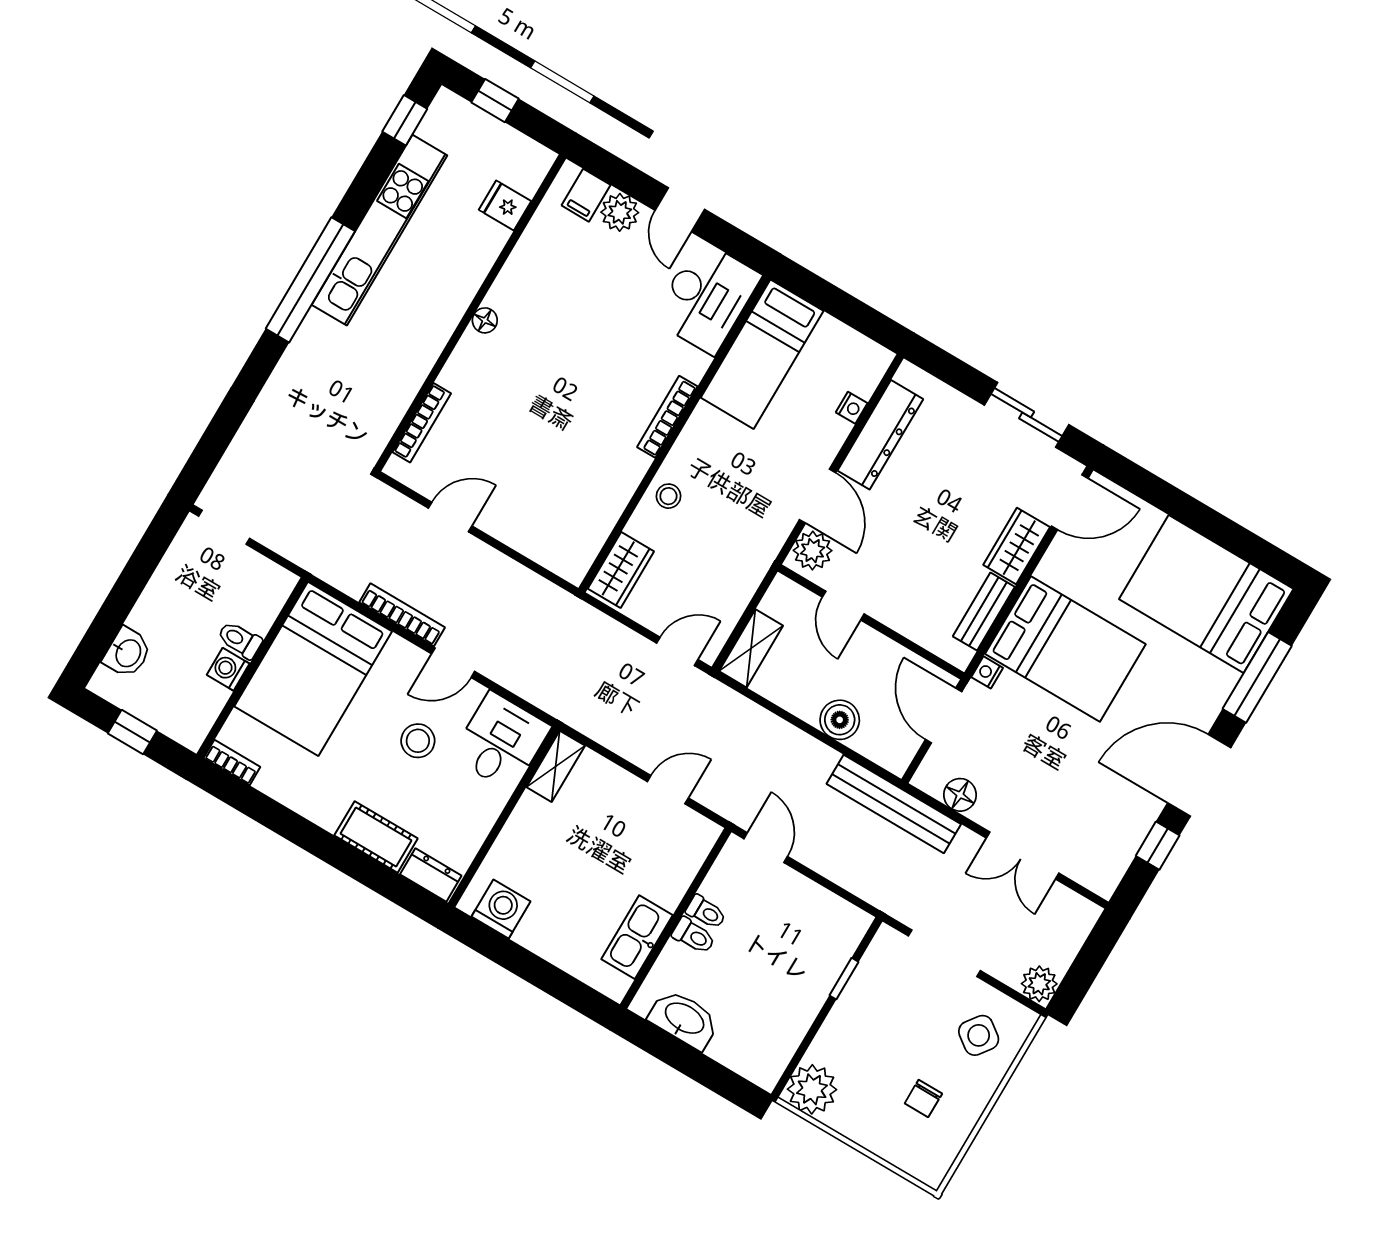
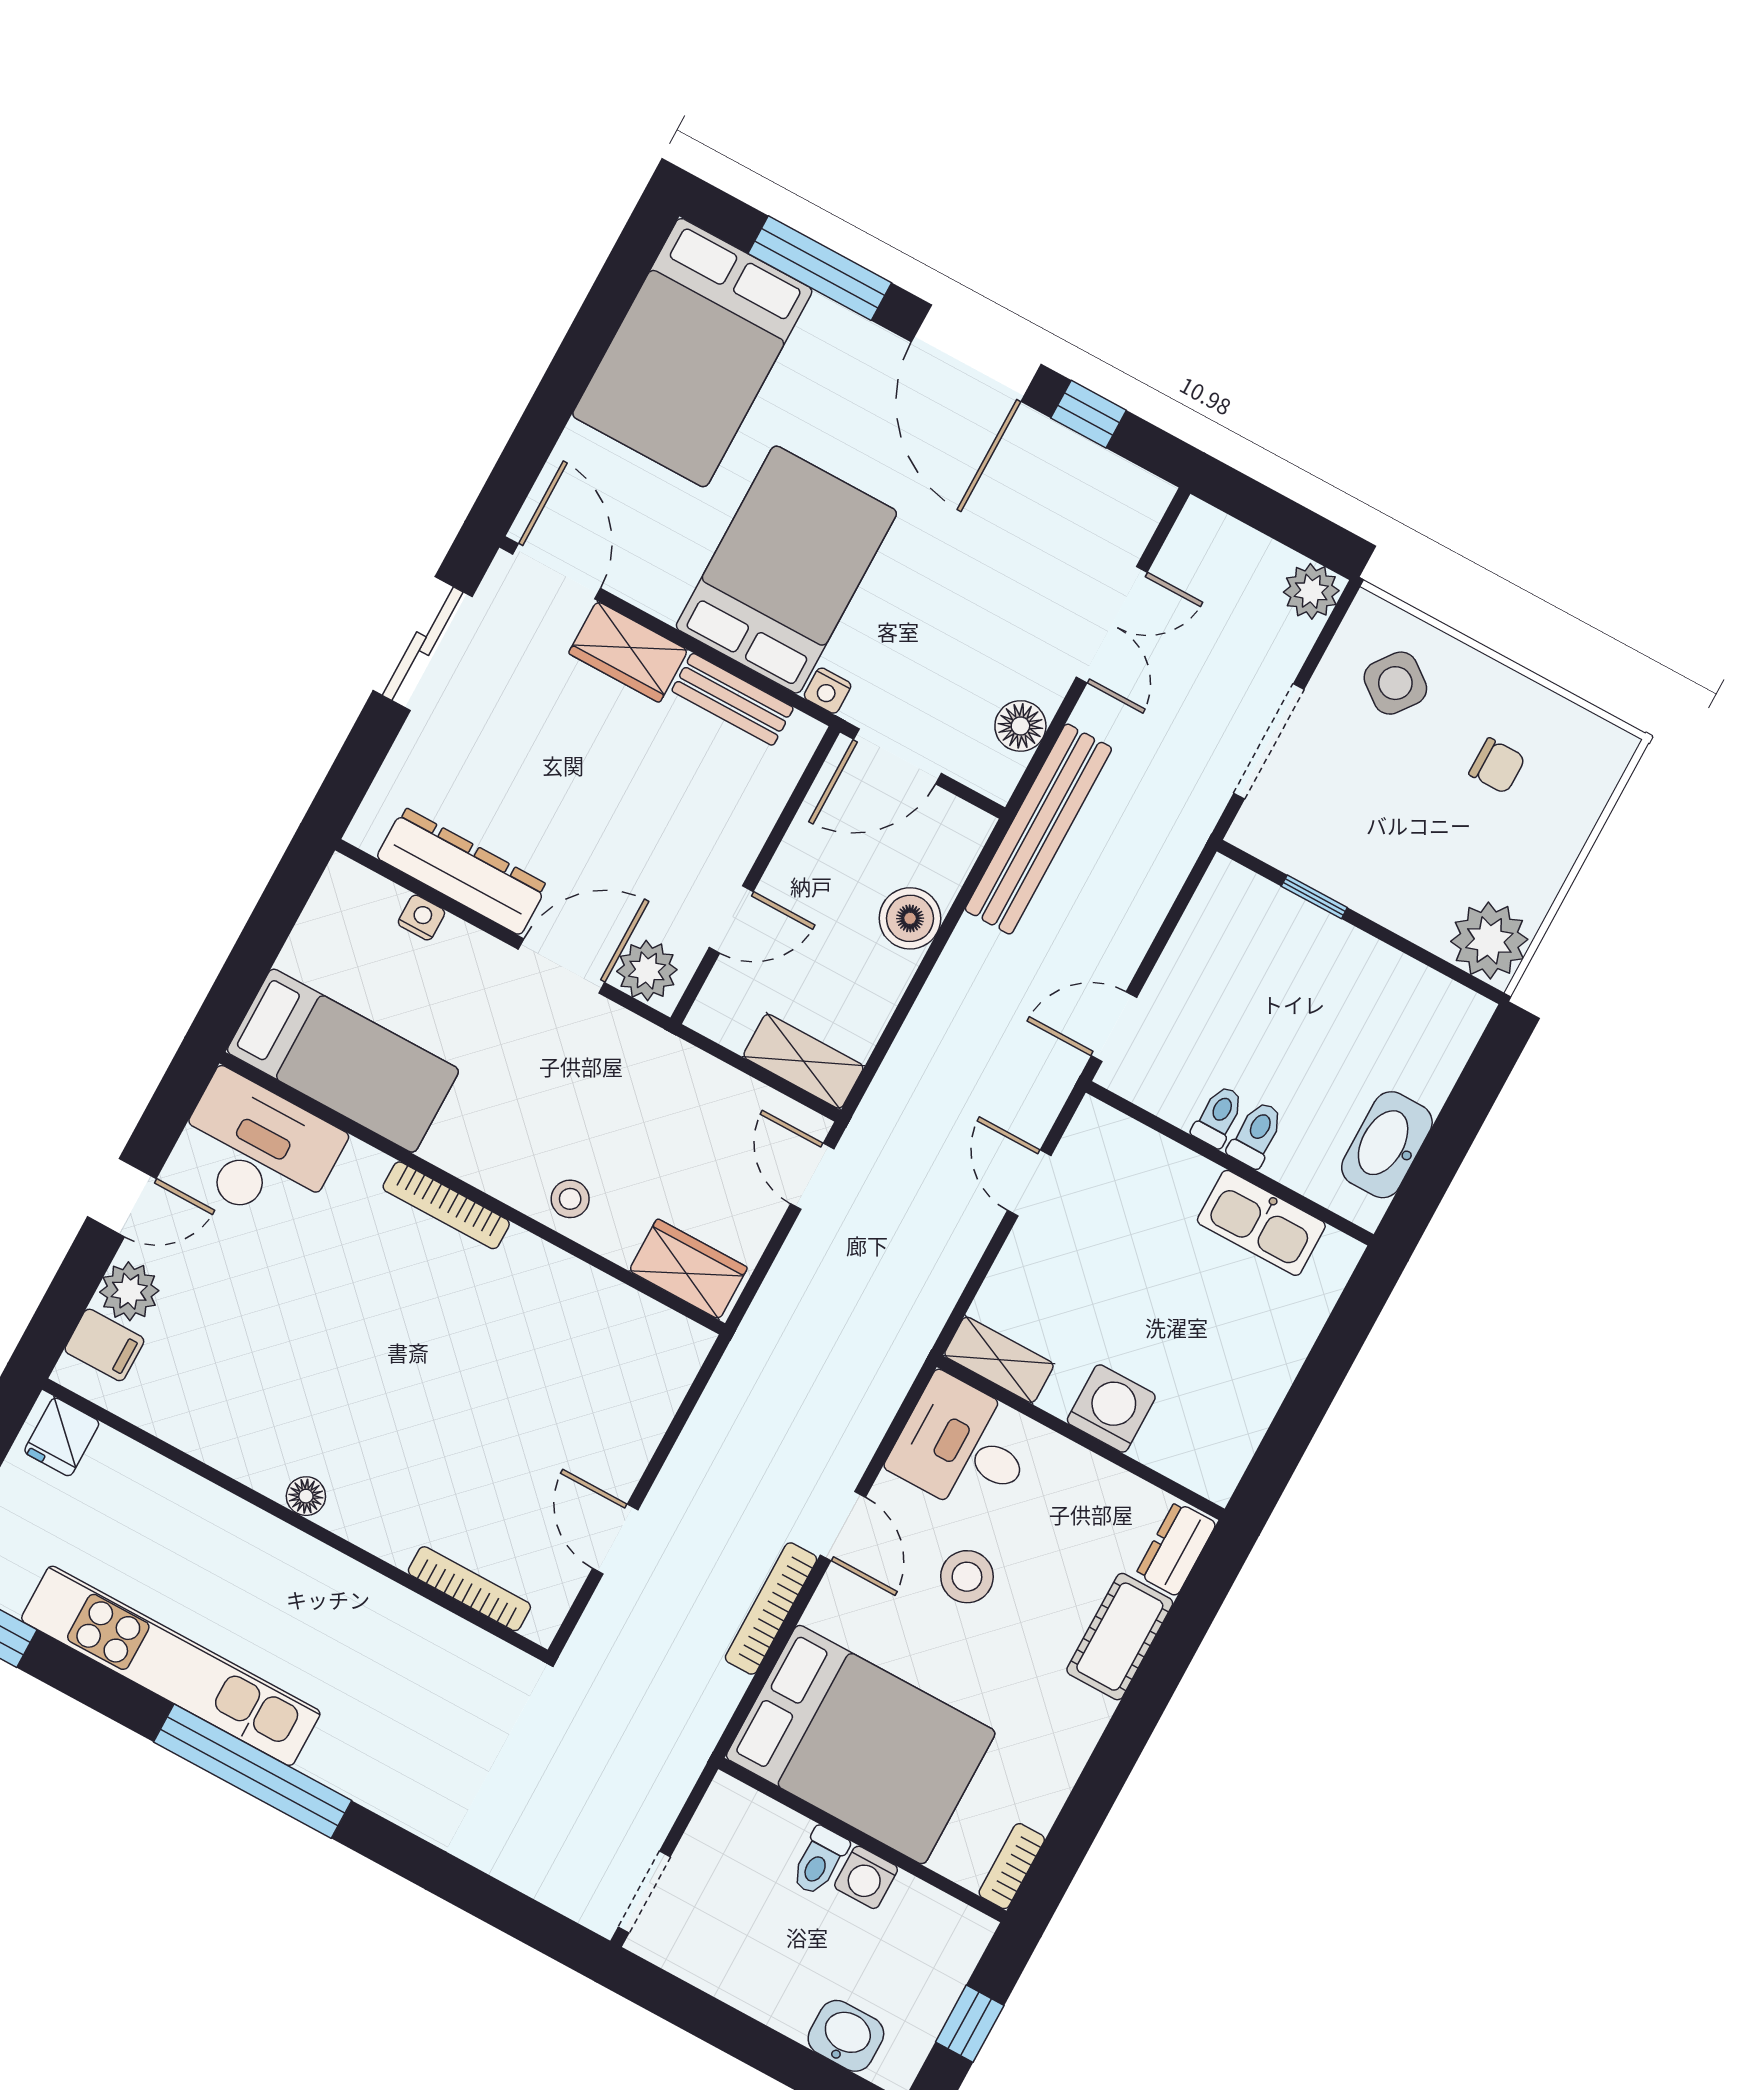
fridge: (505, 205) -> (62, 1437), moved
washing machine: (501, 909) -> (1111, 1408), moved, turned 90

